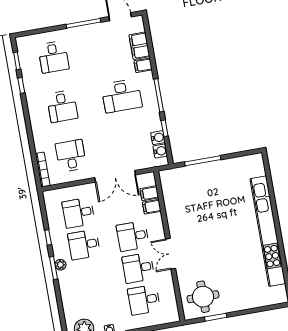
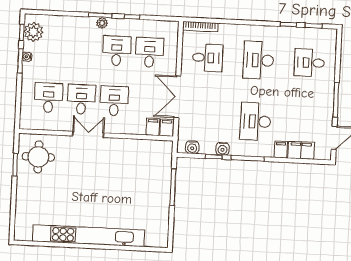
desk: (62, 106) -> (259, 60), width x1.37
water cooler: (158, 138) -> (223, 149), moved
filing cabinet: (152, 207) -> (167, 128), moved

